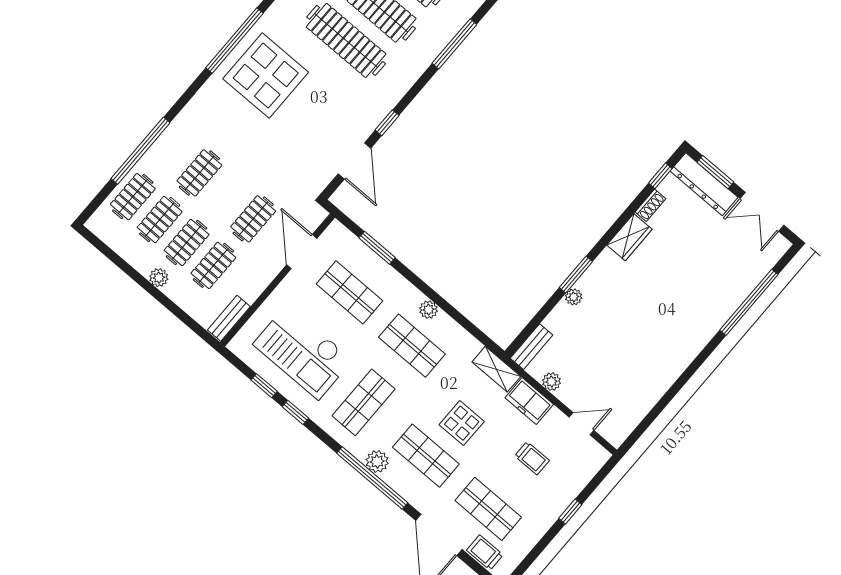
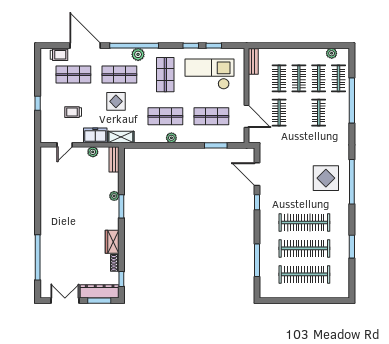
display table: (266, 76) -> (326, 178), width x0.73, depth x0.73
plant: (159, 278) -> (332, 53), moved

